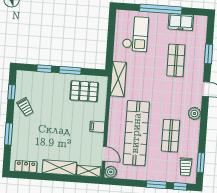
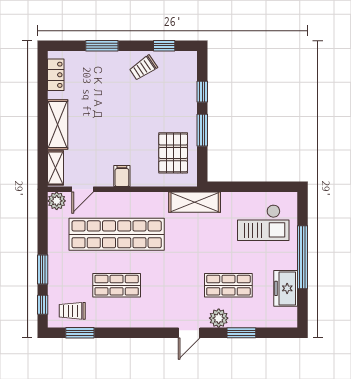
plant: (194, 113) -> (219, 318), moved

